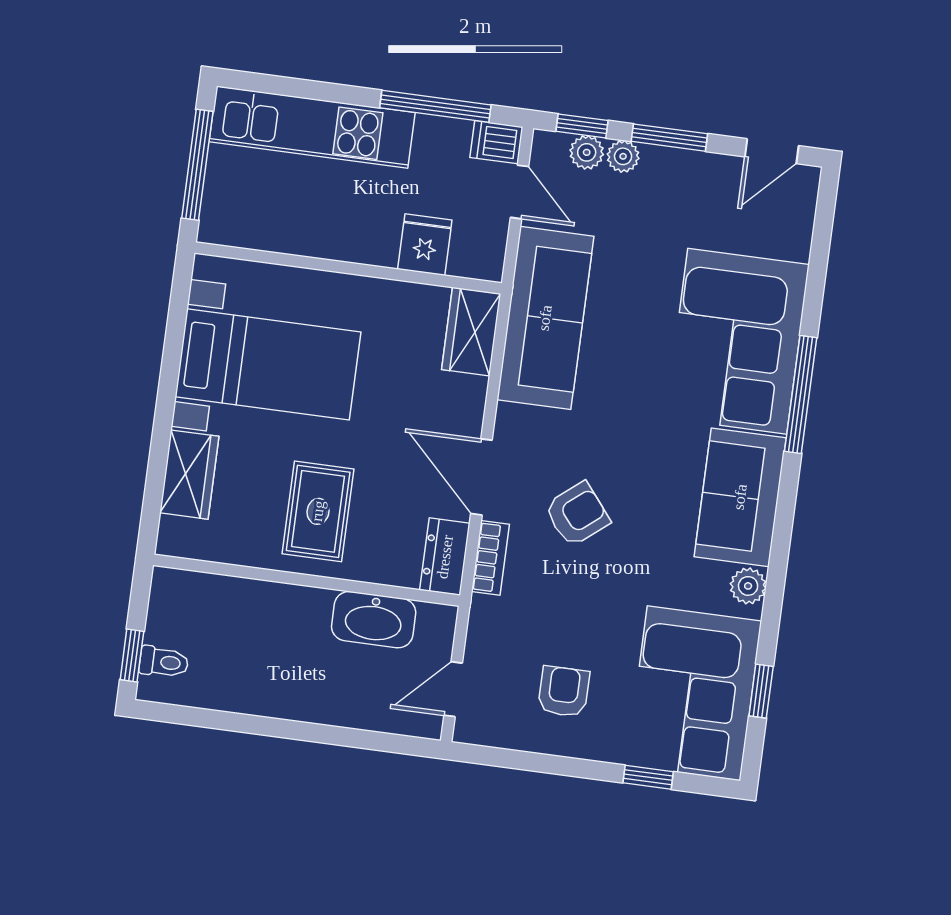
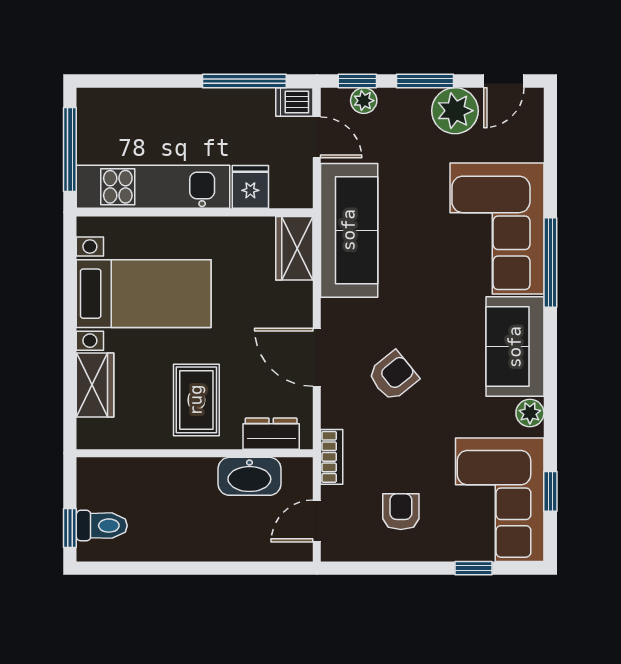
kitchen unit: (312, 127) -> (153, 187), moved, turned 180
plant: (623, 156) -> (455, 111), moved, width x1.88, depth x1.88
dresser: (445, 557) -> (271, 434), moved, turned 90
bookcase: (490, 558) -> (332, 457), moved
toilet: (164, 662) -> (102, 526), width x1.37, depth x1.39

